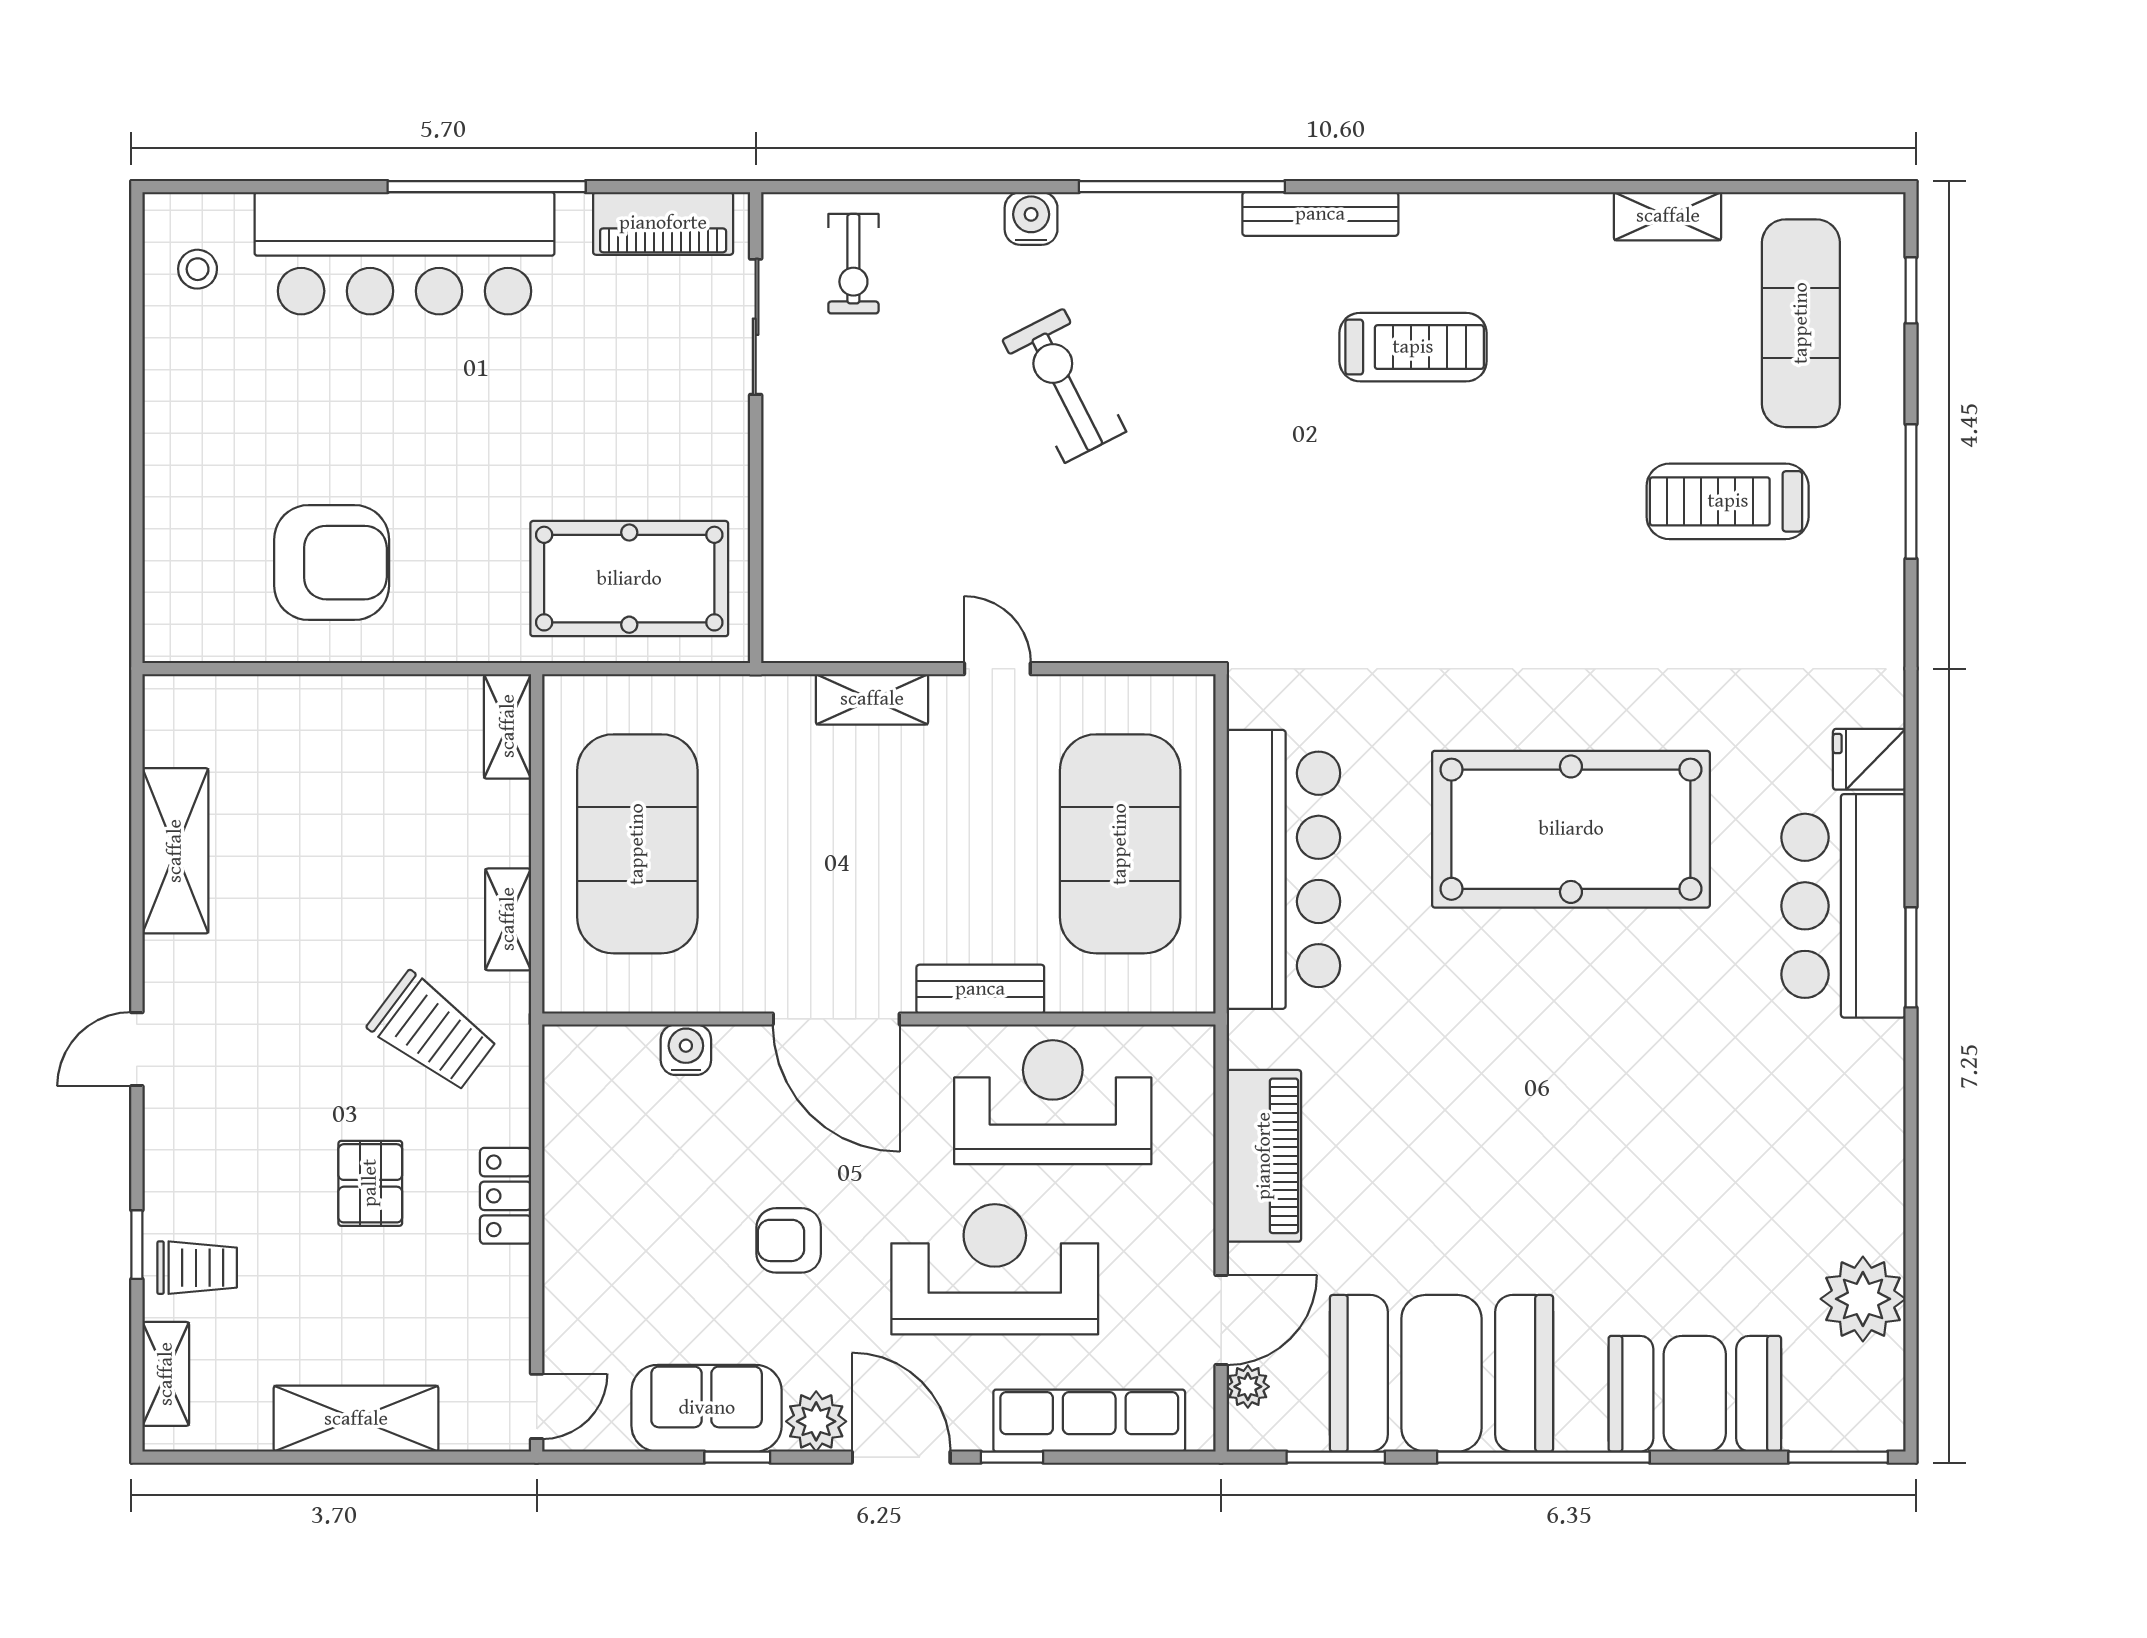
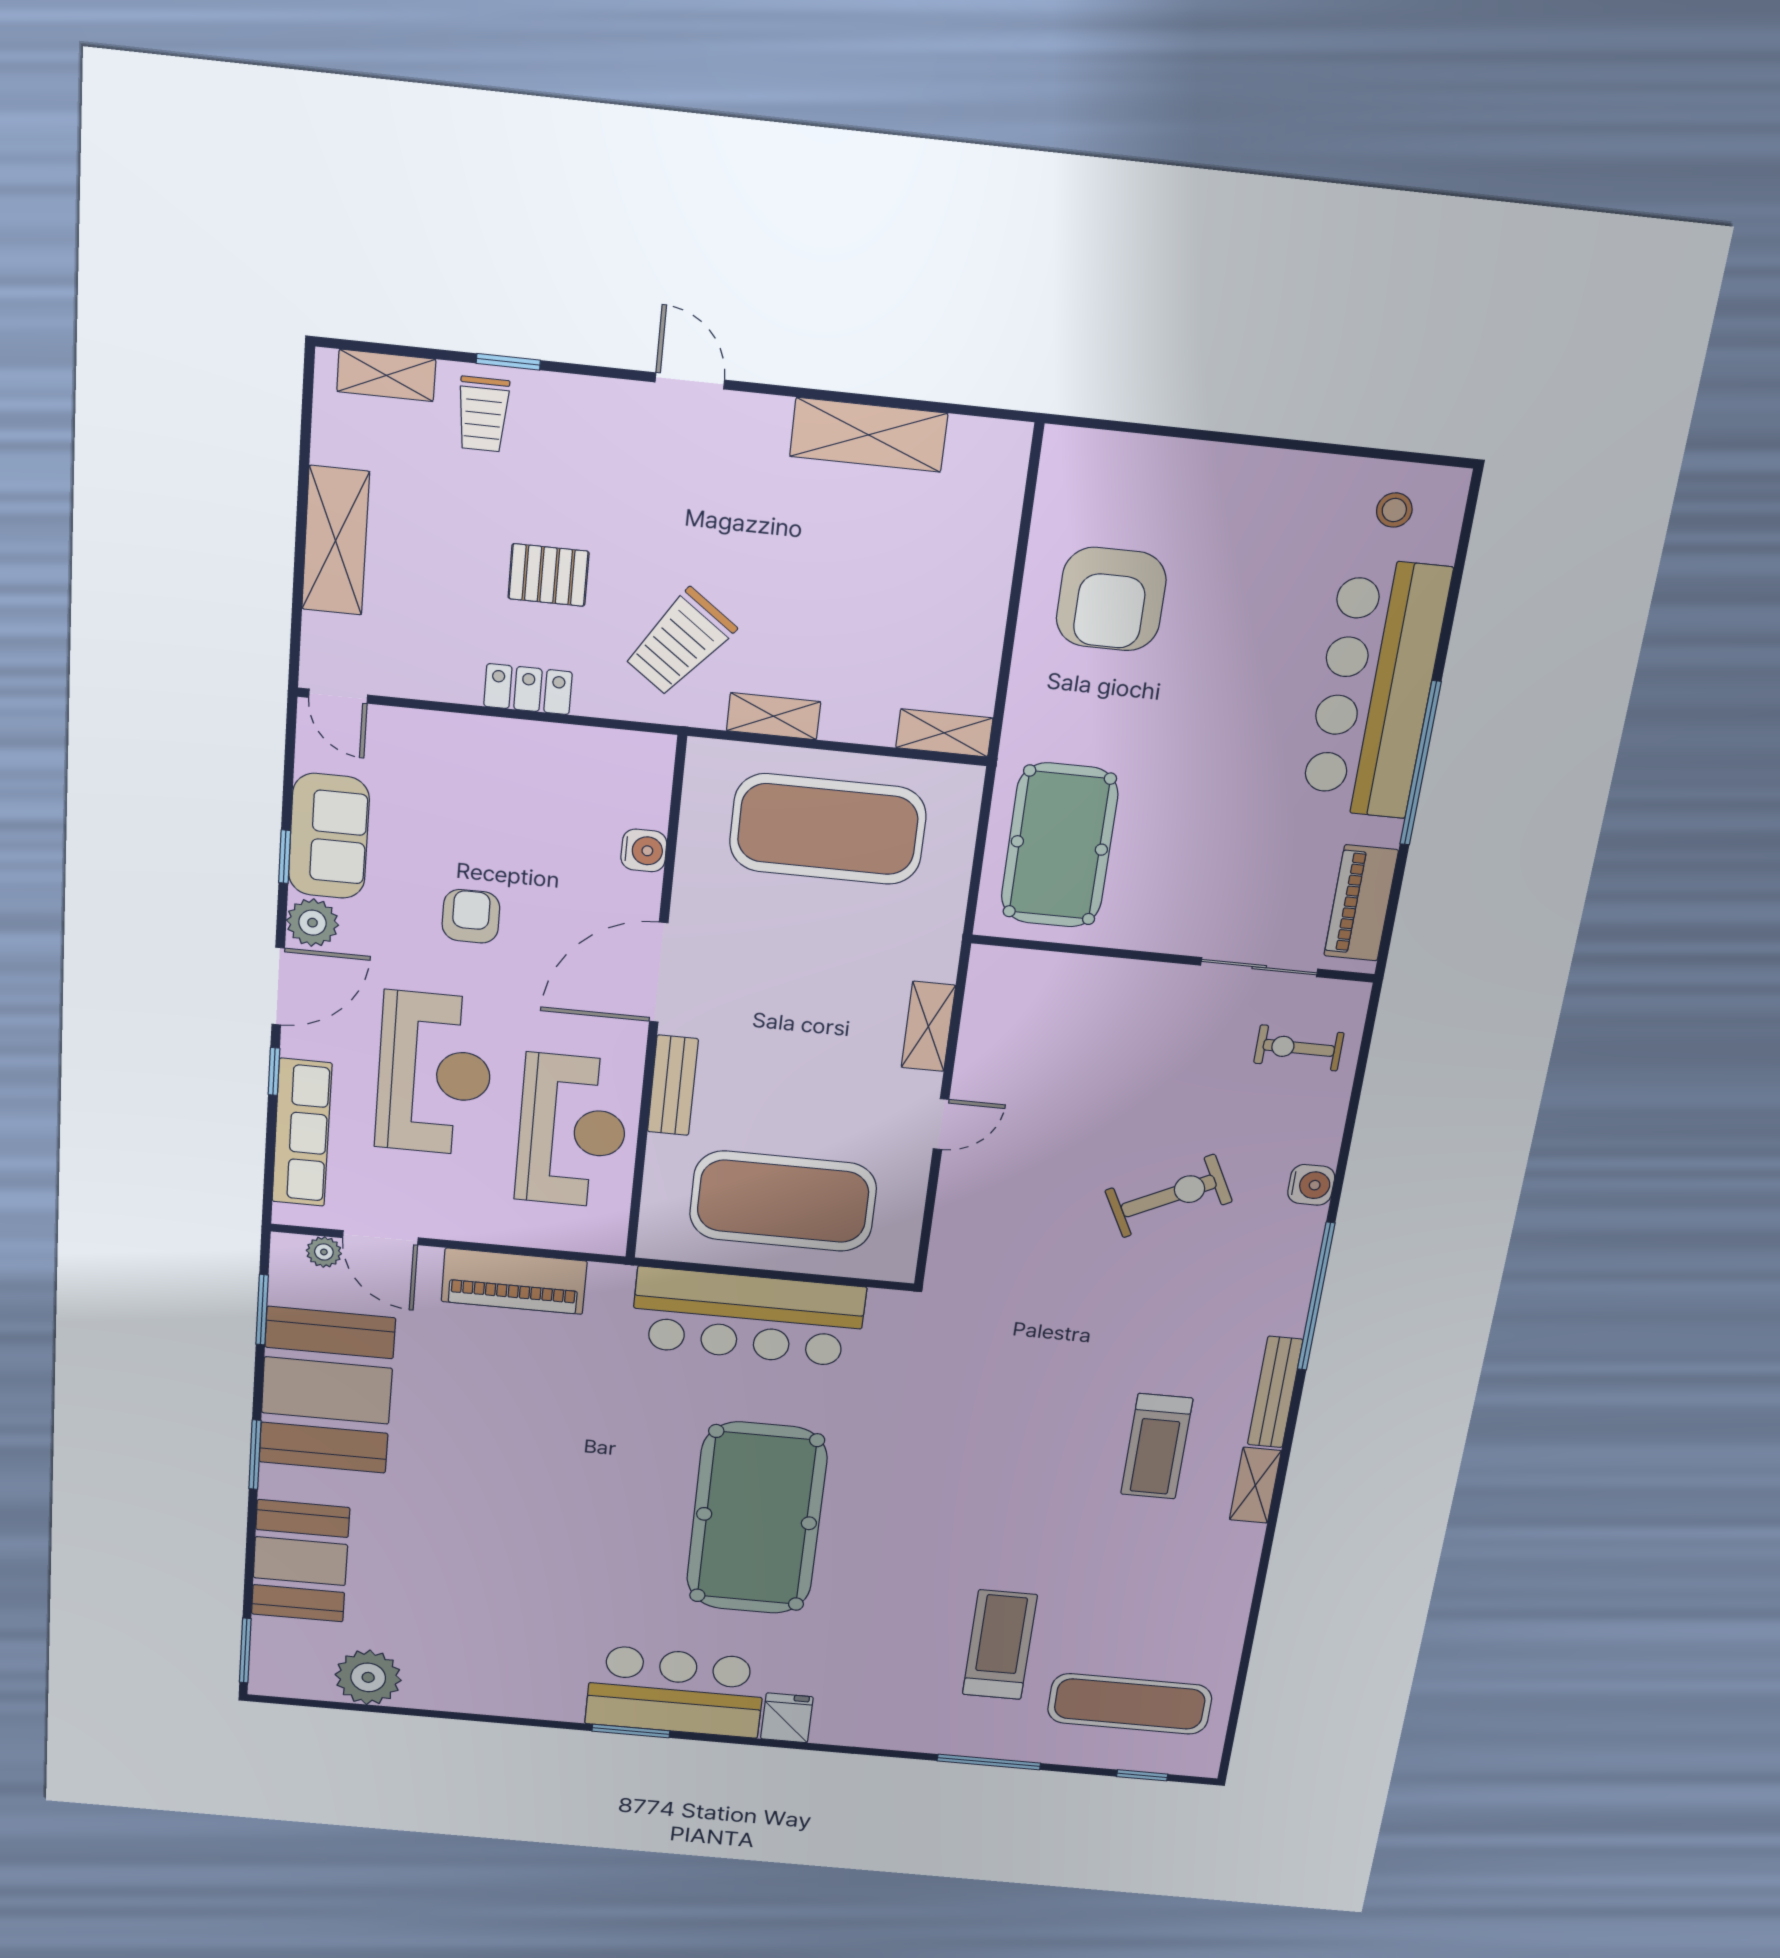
shelving: (1668, 216) -> (1255, 1485), moved
window: (1543, 1457) -> (255, 1455), width x0.47

